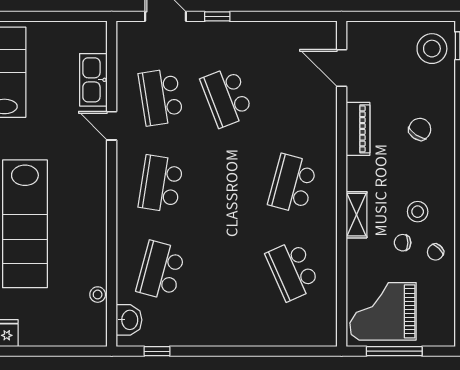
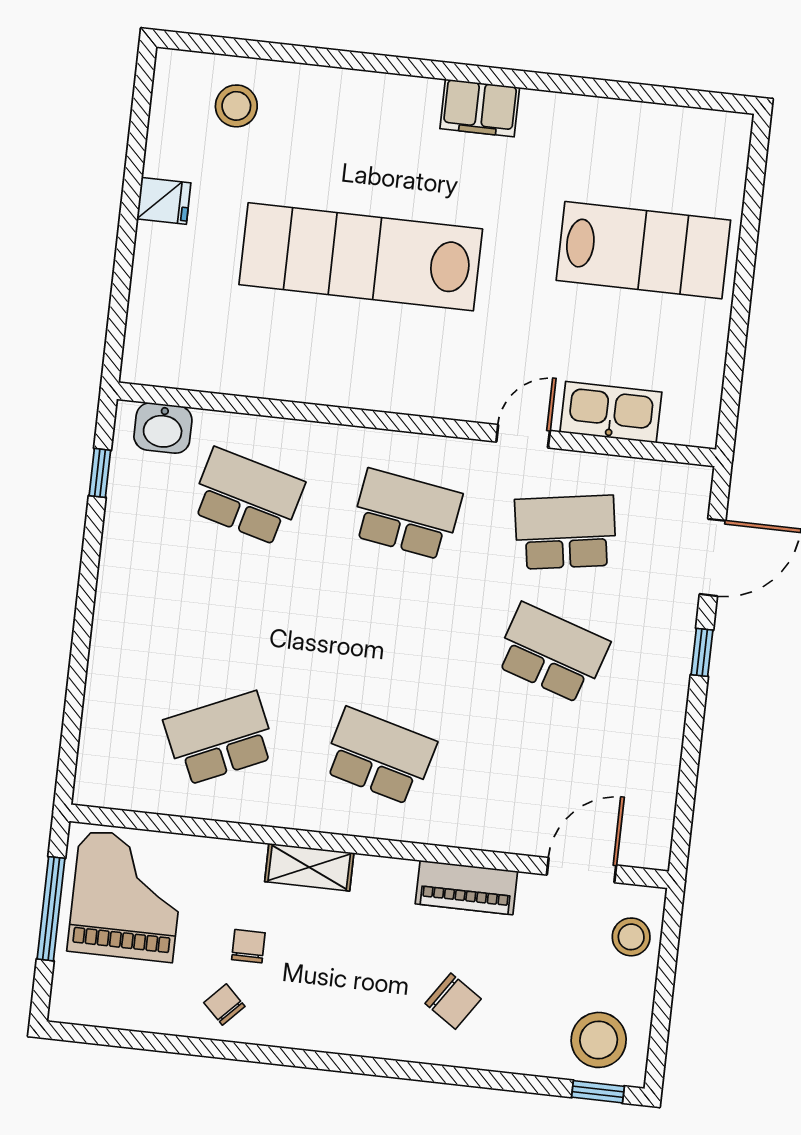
school desk: (227, 97) -> (552, 653), turned 39
stool: (418, 212) -> (631, 937), moved
stool: (98, 295) -> (216, 376), removed

